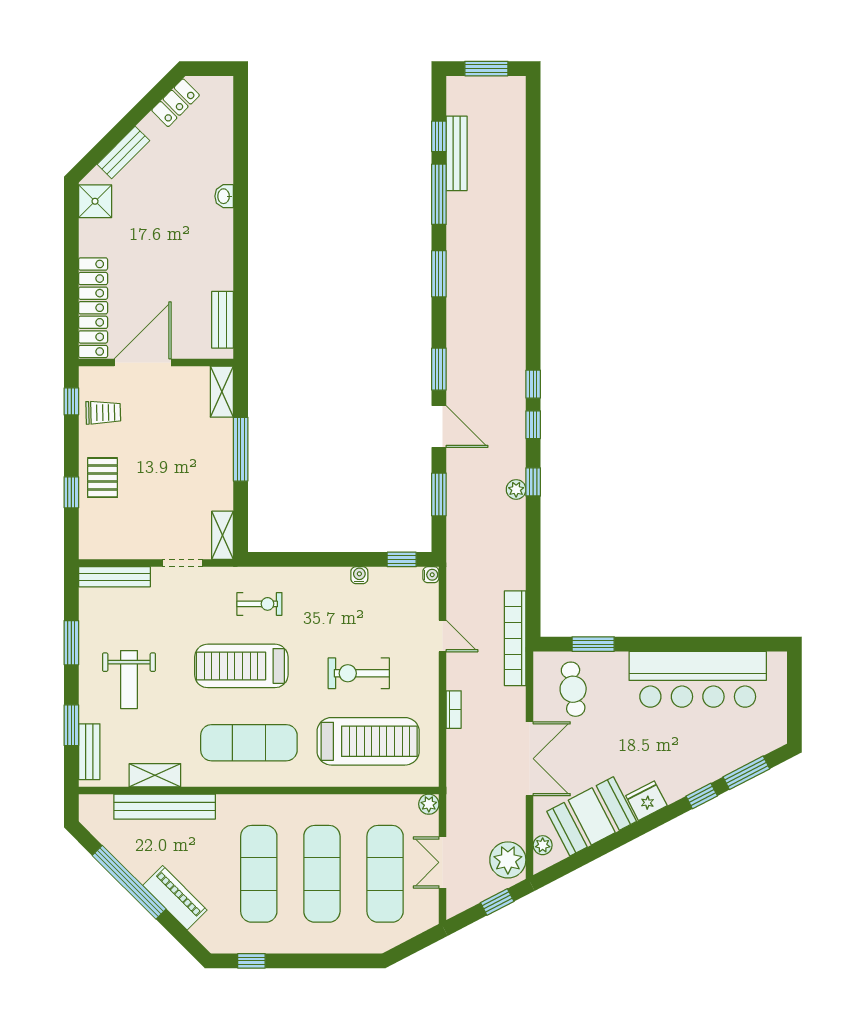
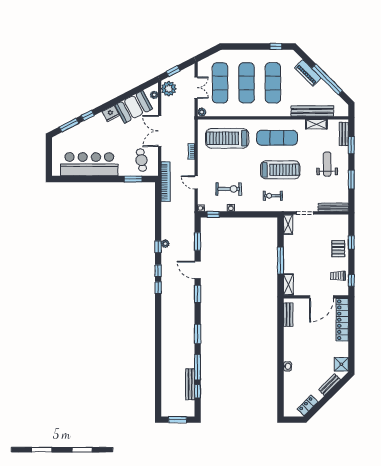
exercise bike: (359, 673) -> (229, 189), moved

